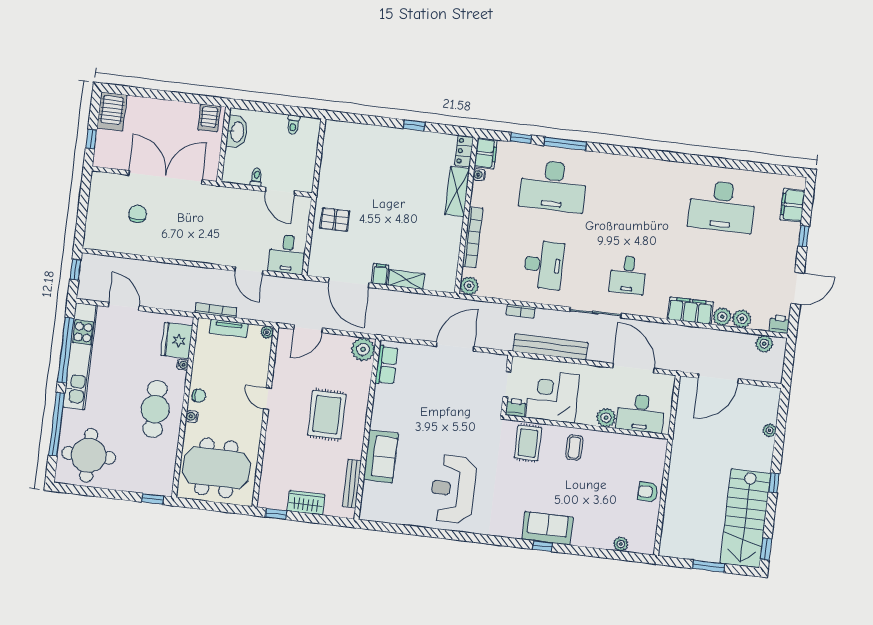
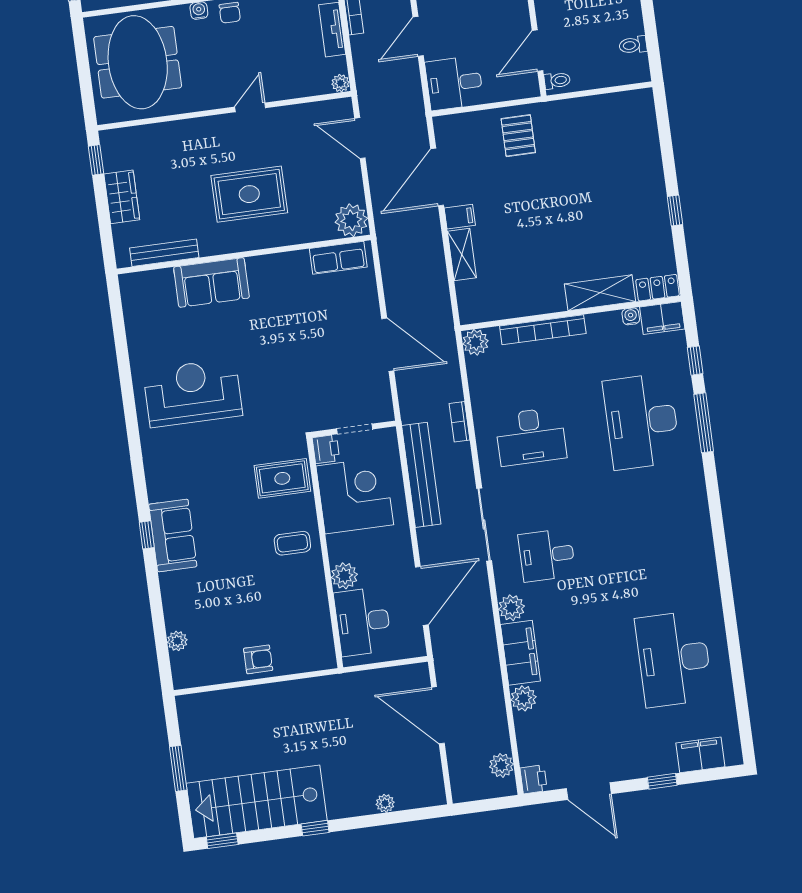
toilet: (256, 177) -> (557, 80), moved
plant: (742, 319) -> (511, 608), moved
armchair: (648, 492) -> (258, 659), turned 90

